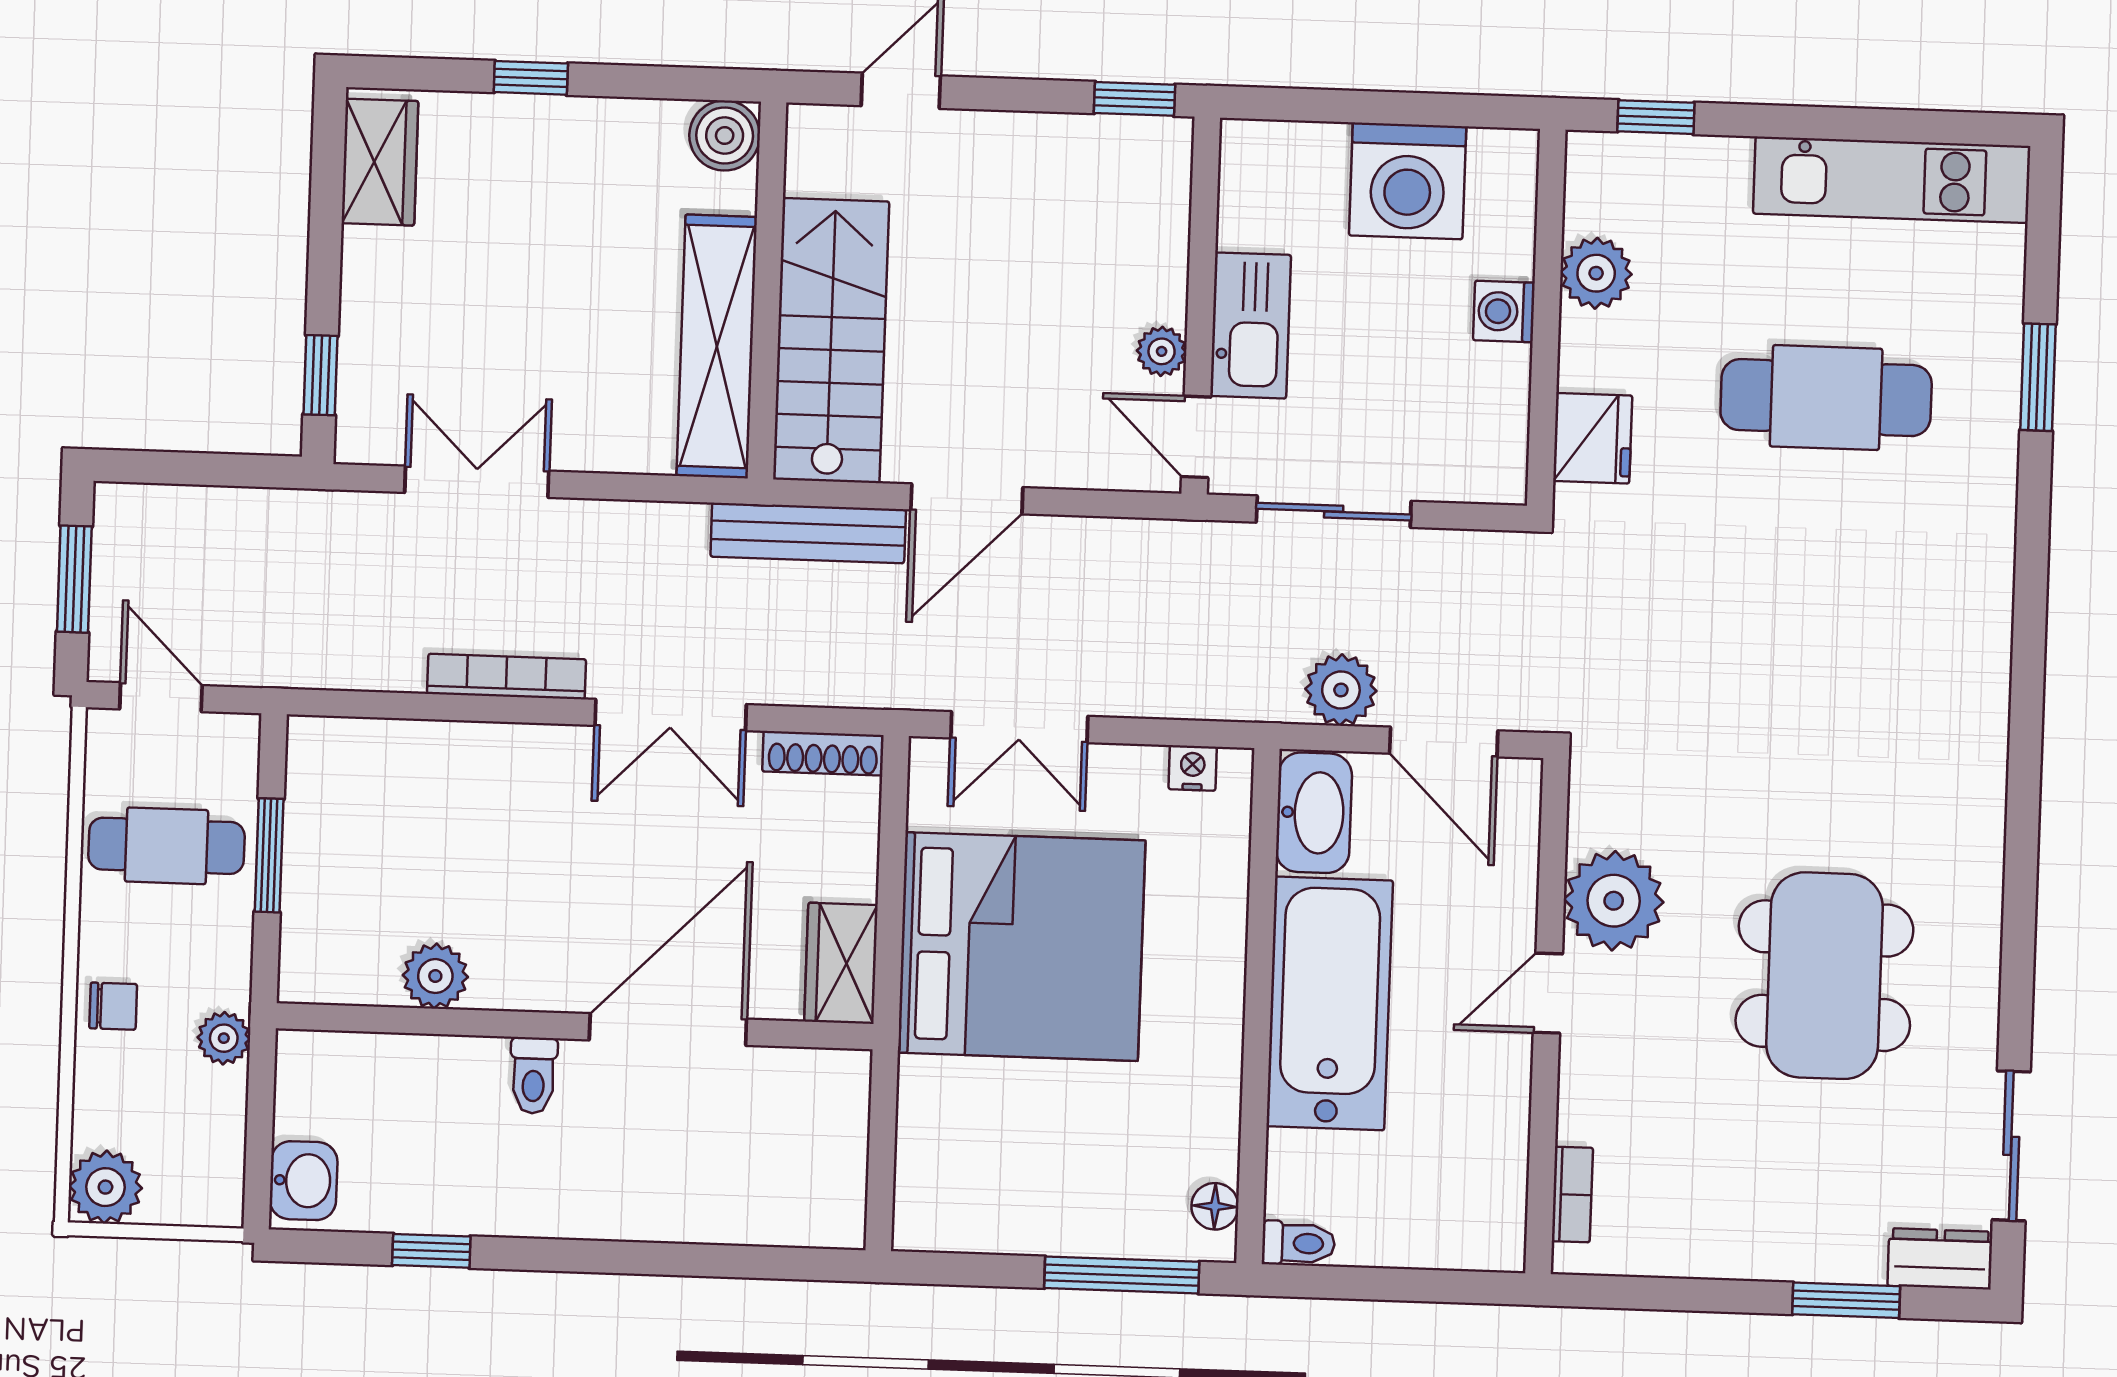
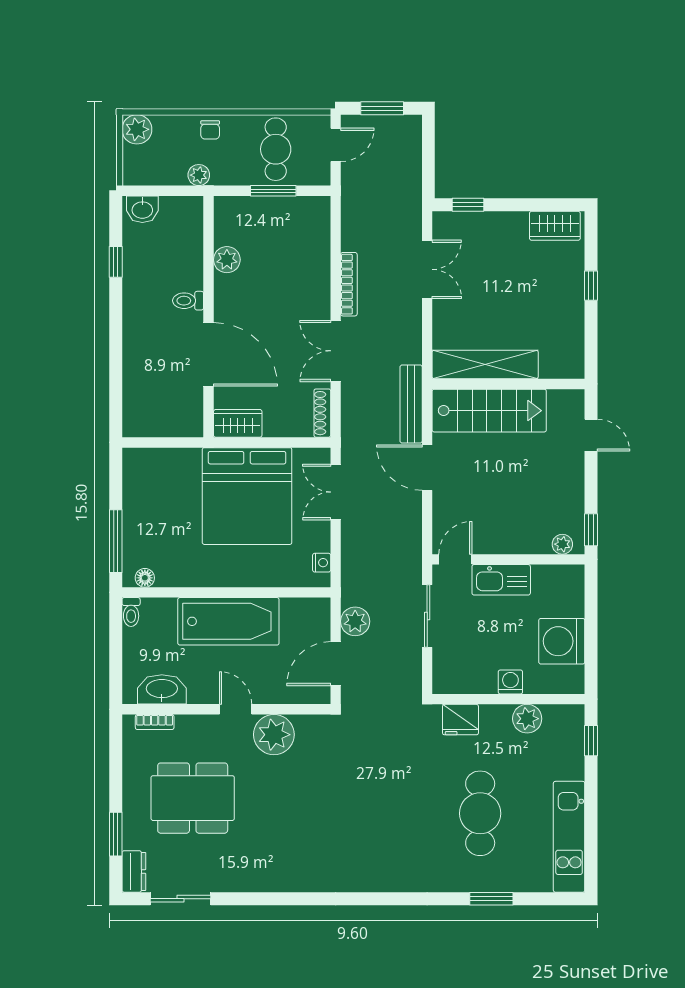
boiler: (725, 136) -> (570, 365), removed
plant: (1162, 351) -> (562, 544), moved
washbasin: (1314, 813) -> (162, 689), moved, turned 180
dining table: (1824, 976) -> (193, 798), moved

